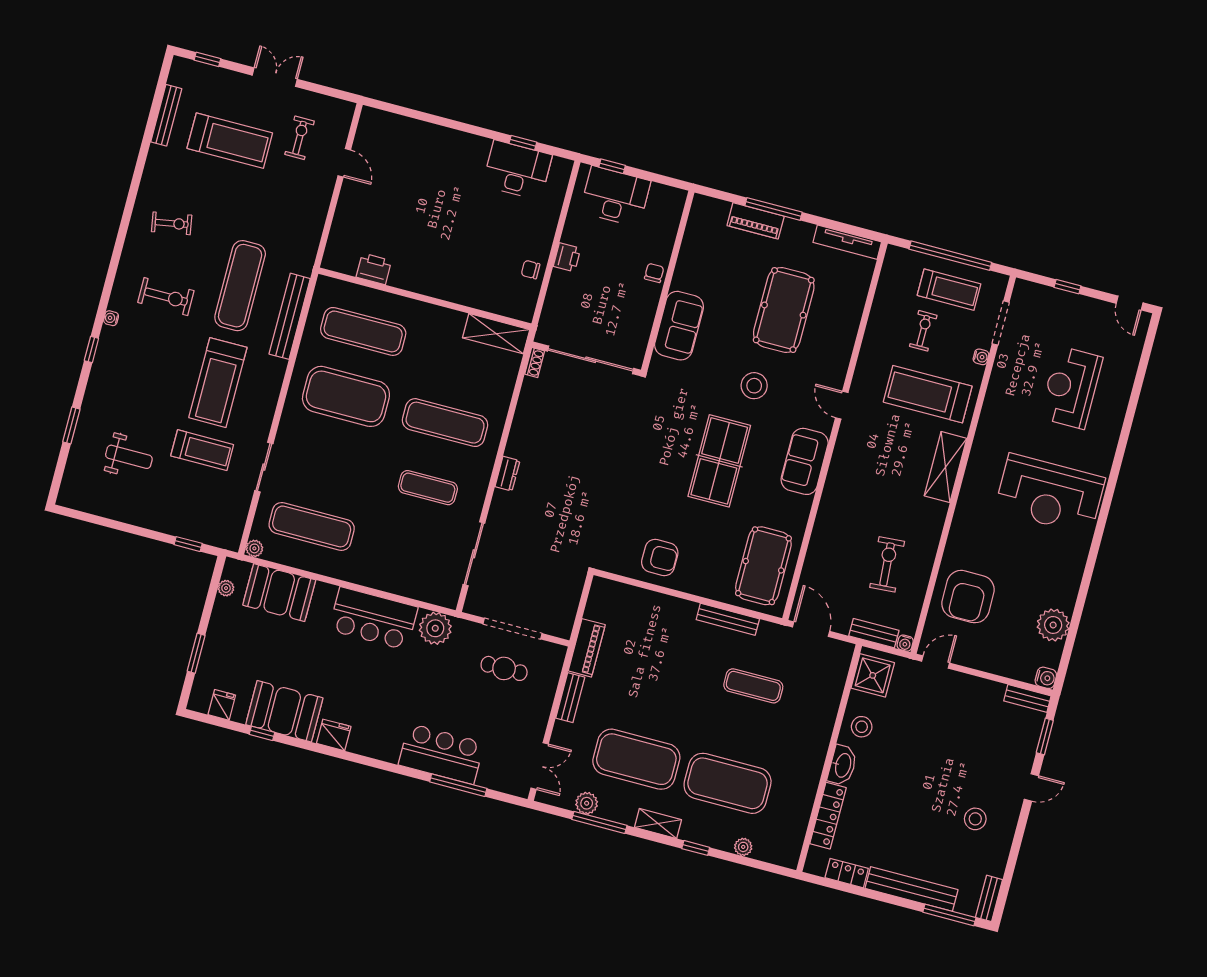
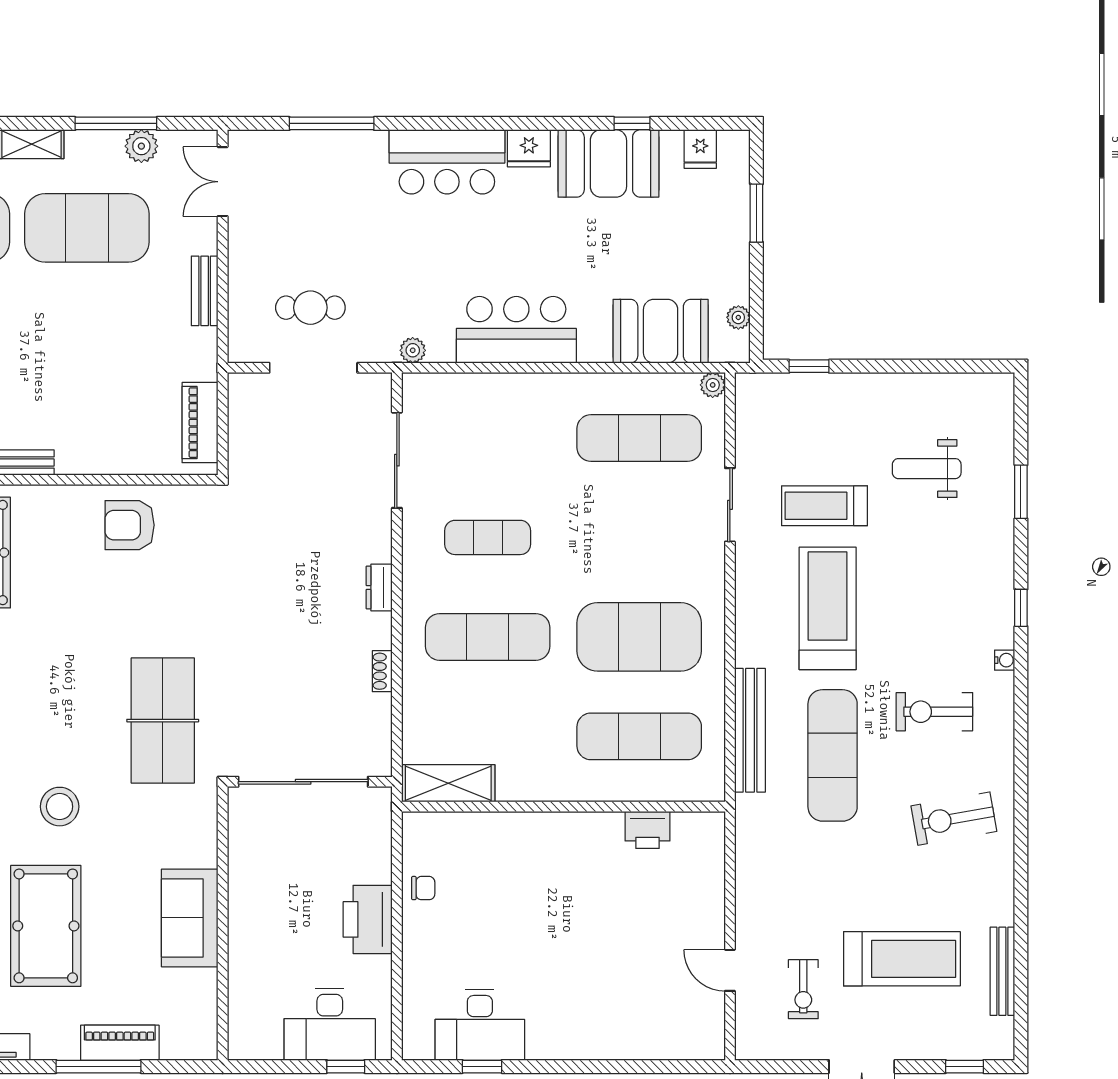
treadmill: (230, 141) -> (902, 959), turned 180
exercise bike: (172, 223) -> (954, 819), width x1.38, depth x1.39
printer: (567, 257) -> (368, 919), width x1.87, depth x1.48
chair: (654, 273) -> (245, 930), removed
sofa: (679, 326) -> (190, 918), moved
shoe rack: (535, 363) -> (382, 671), moved
table tennis table: (719, 461) -> (163, 721), moved
plant: (435, 628) -> (413, 350), width x0.53, depth x0.53
piano: (587, 648) -> (200, 423), moved
bar counter: (441, 754) -> (447, 162), moved

